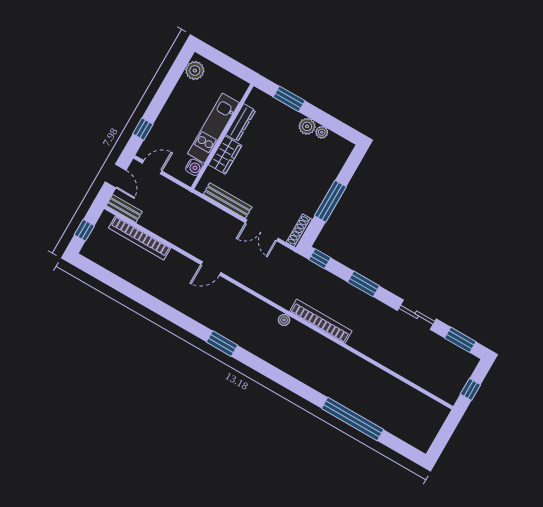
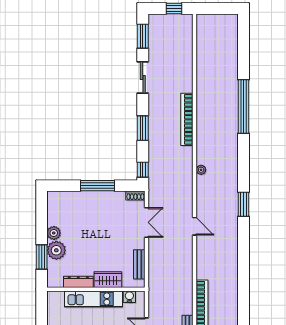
plant: (322, 132) -> (56, 250), moved, width x1.88, depth x1.88
bench: (228, 201) -> (139, 264), width x0.73
shoe rack: (299, 231) -> (135, 196), width x0.70
door: (211, 268) -> (194, 226), moved
bookcase: (321, 321) -> (187, 119), moved
window: (353, 419) -> (243, 106), moved

